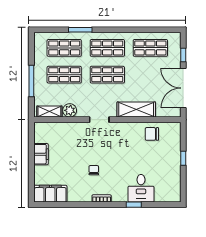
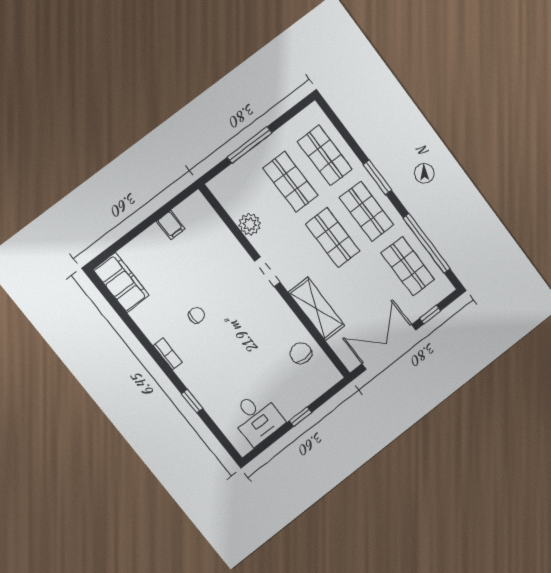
window: (80, 30) -> (377, 177), moved
window: (146, 30) -> (427, 243), added
shelving: (49, 112) -> (228, 199), removed
filing cabinet: (41, 154) -> (171, 225), width x0.50
desk: (141, 188) -> (257, 418), moved, turned -90

